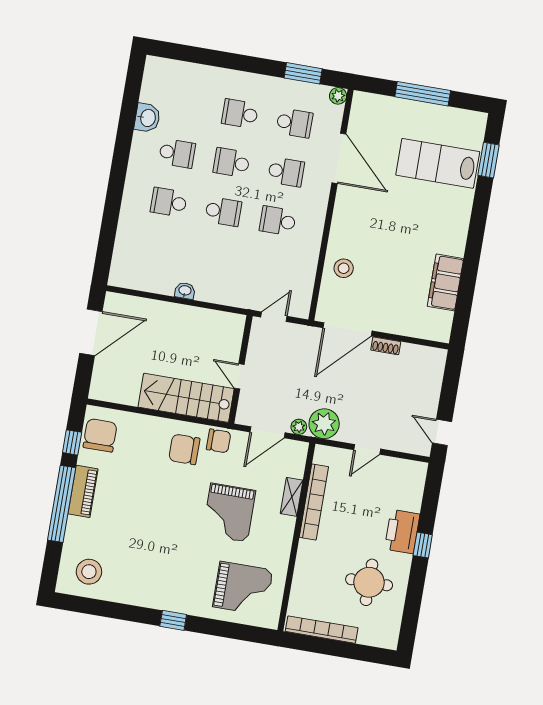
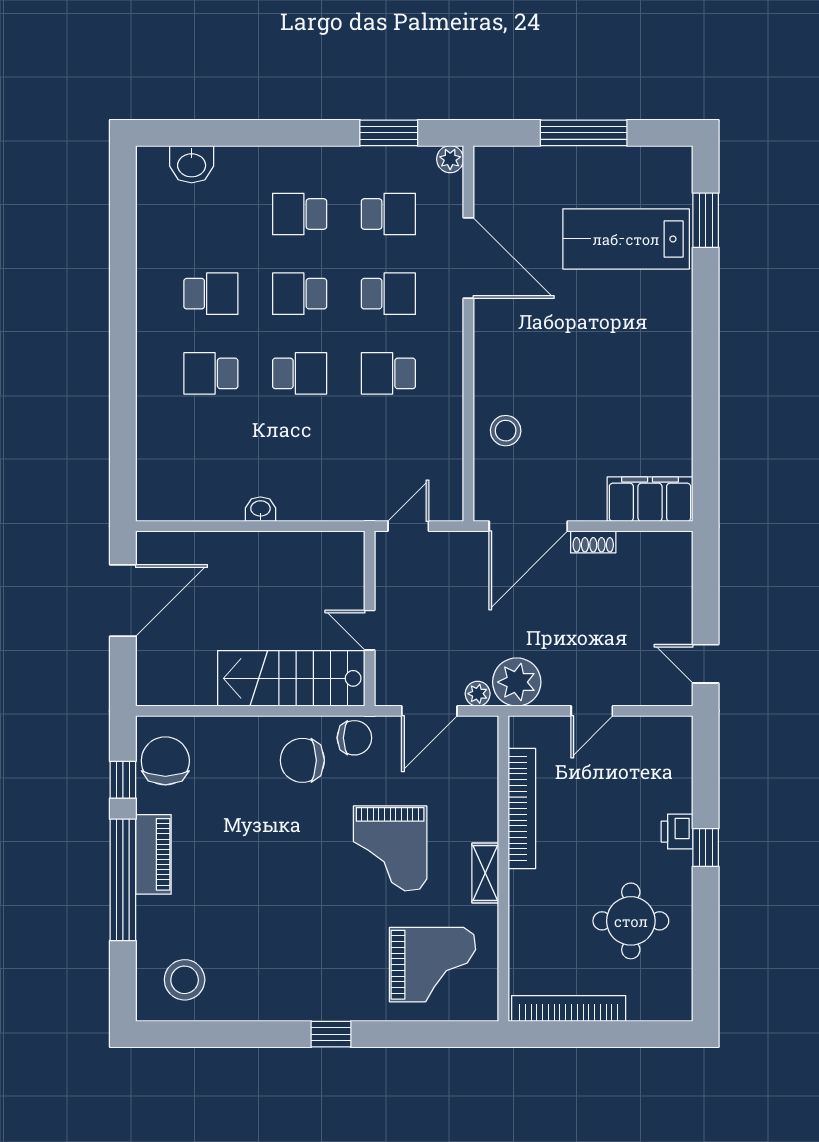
washbasin: (147, 118) -> (192, 164), moved, turned 90
filing cabinet: (445, 282) -> (650, 499), moved, turned 90
shelving: (292, 497) -> (485, 873), moved
printer: (402, 532) -> (677, 832), width x0.53, depth x0.68

